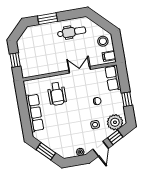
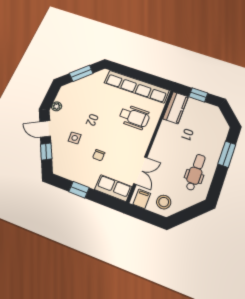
dental chair: (72, 32) -> (196, 172), turned 180
kitchen counter: (34, 70) -> (176, 108), added
double door: (80, 70) -> (140, 171), moved
wheelchair: (57, 94) -> (134, 117), turned 180
row of seats: (35, 113) -> (137, 87), width x1.36
plant: (115, 122) -> (63, 161), removed

